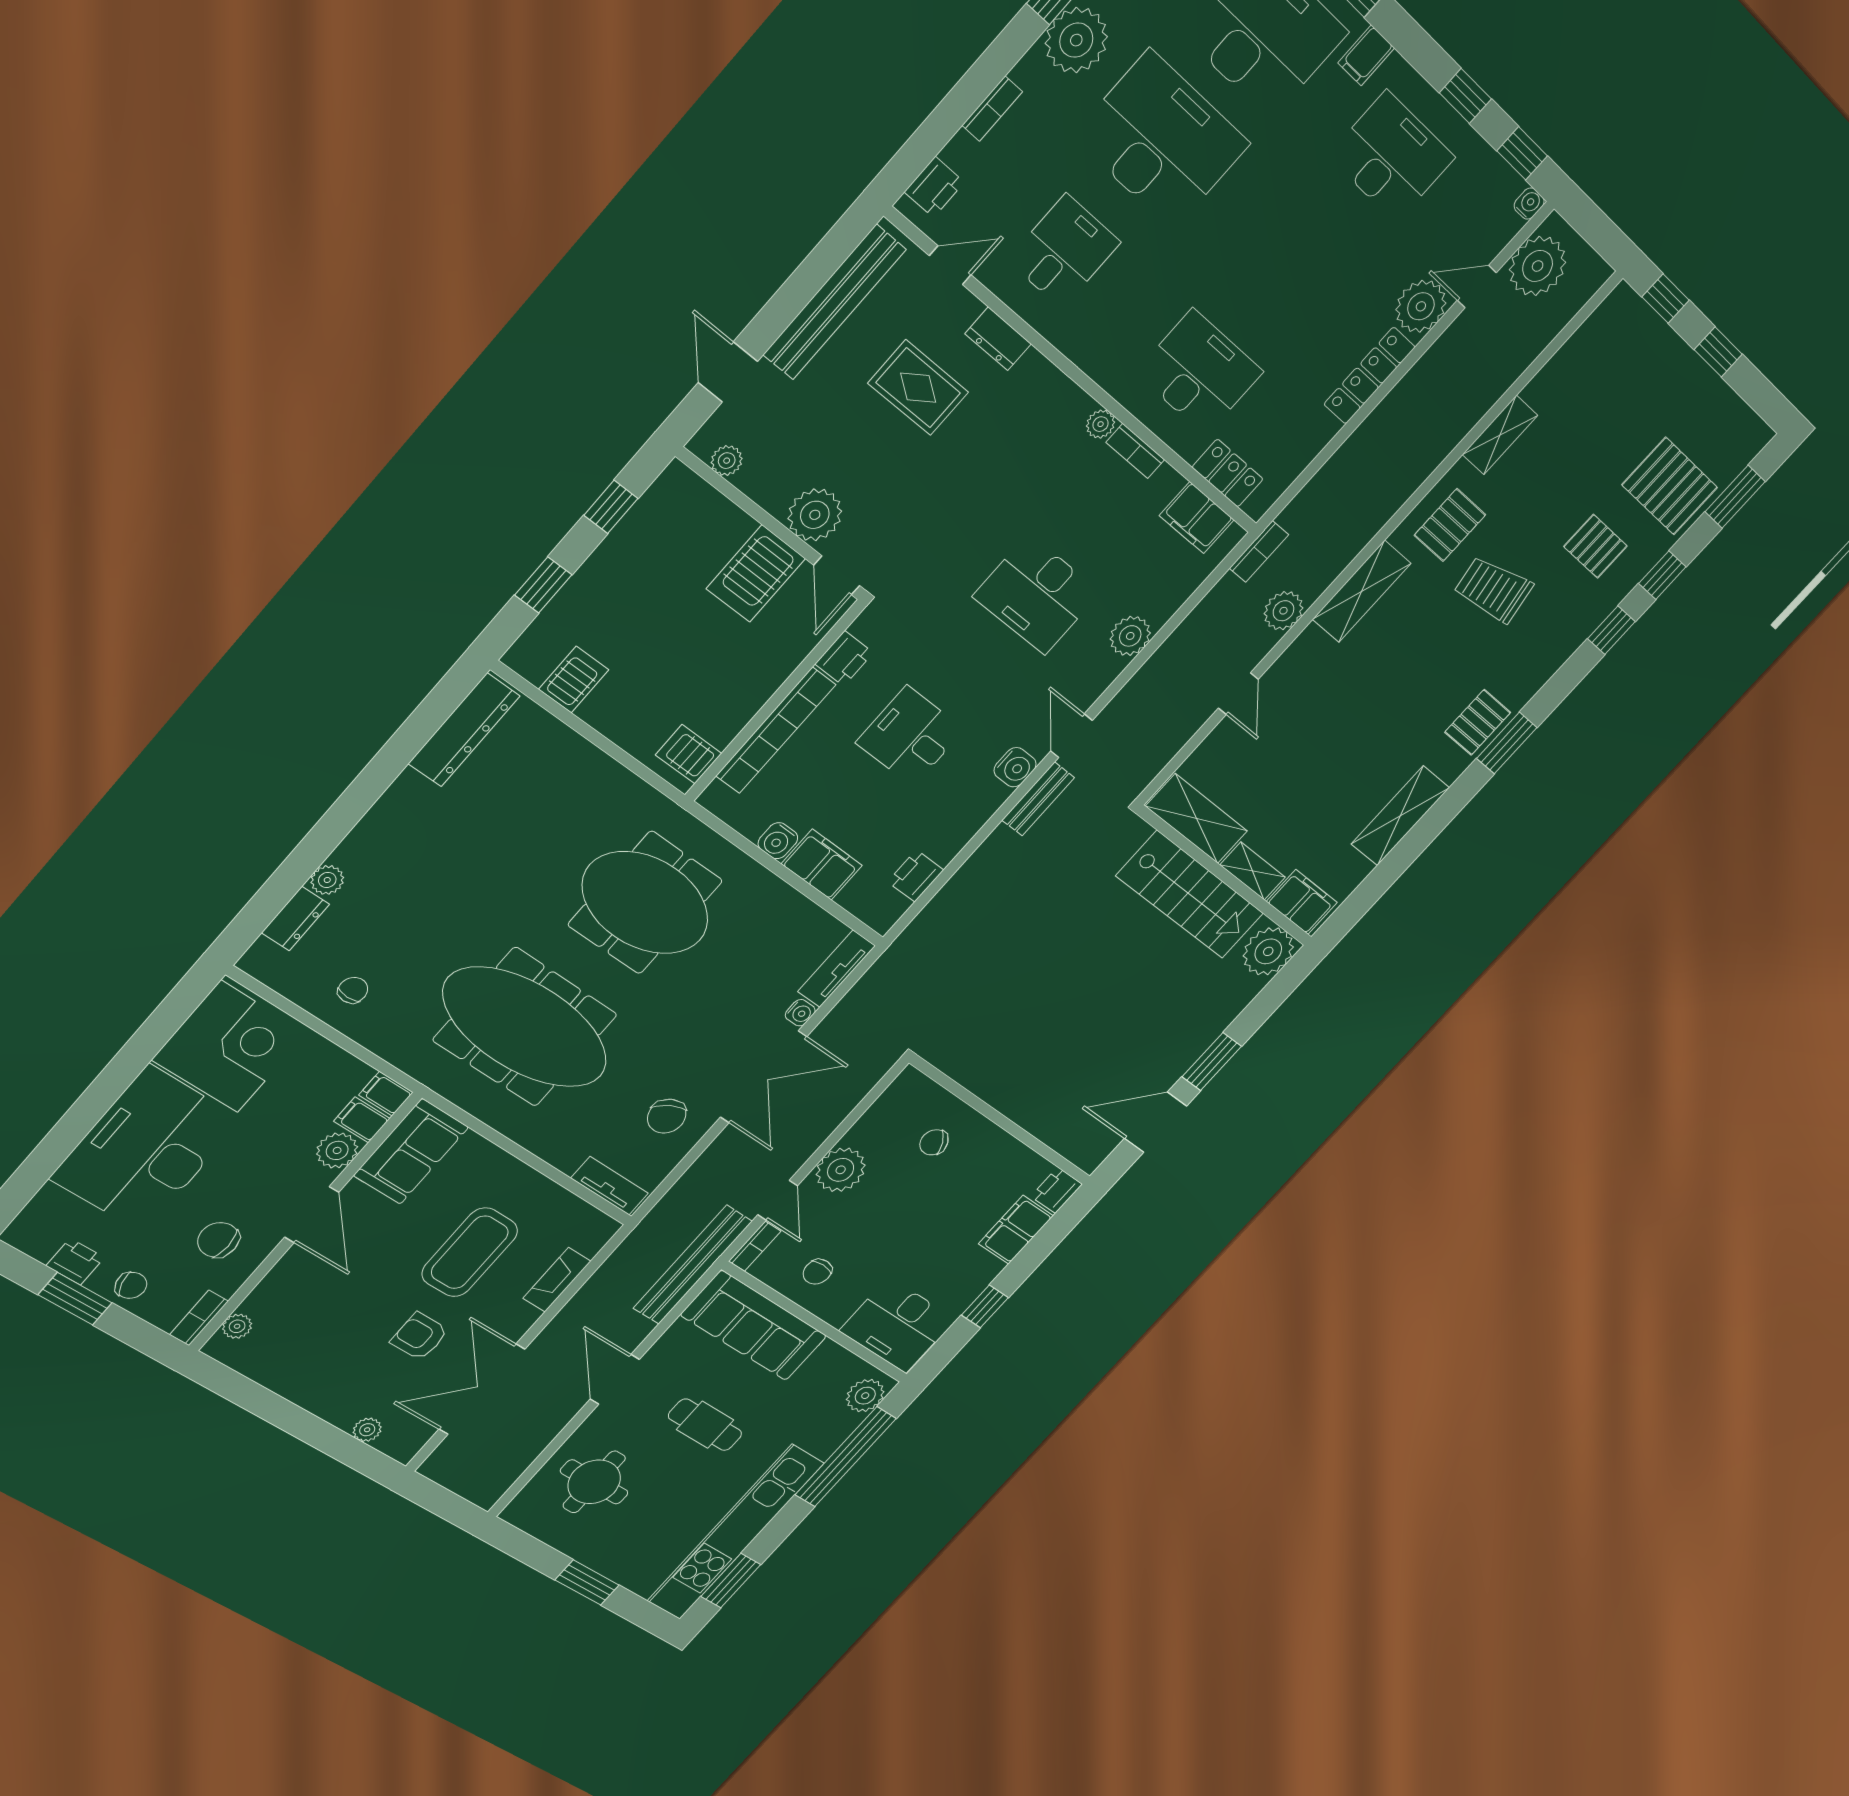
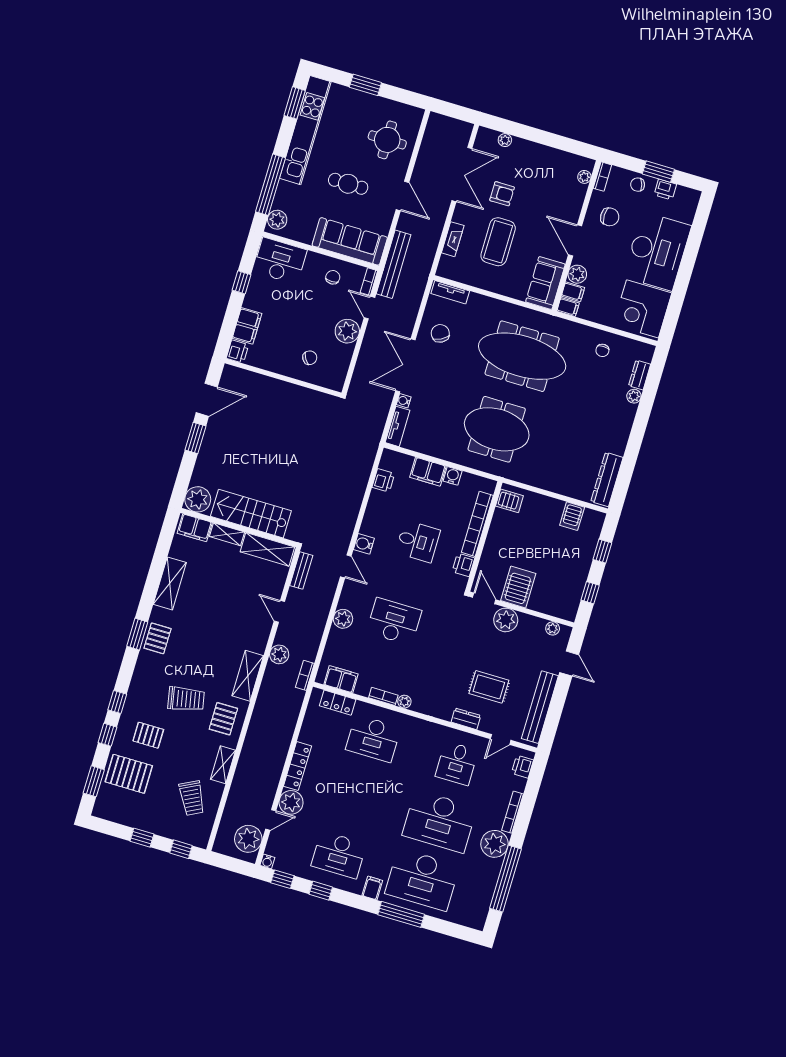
bookcase: (992, 109) -> (513, 812), width x1.56
trolley: (1590, 392) -> (192, 798), added
bench: (1038, 799) -> (301, 570), moved

